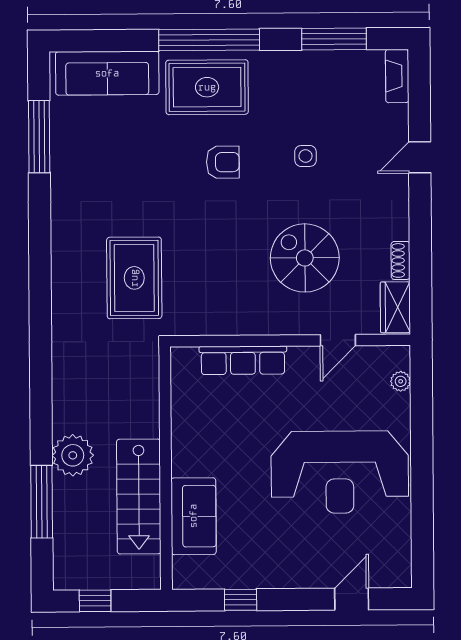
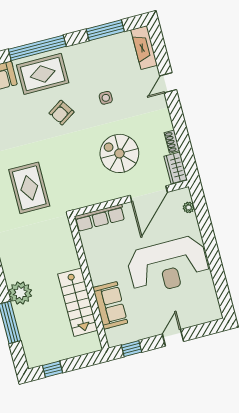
fireplace: (397, 76) -> (144, 47), width x1.37, depth x1.32
armchair: (223, 162) -> (62, 113), turned 147
door: (338, 340) -> (149, 194), width x1.87
wall: (166, 468) -> (88, 283), moved
stairs: (139, 496) -> (78, 302), moved
sofa: (193, 516) -> (110, 305), moved
door: (352, 599) -> (173, 338), moved

